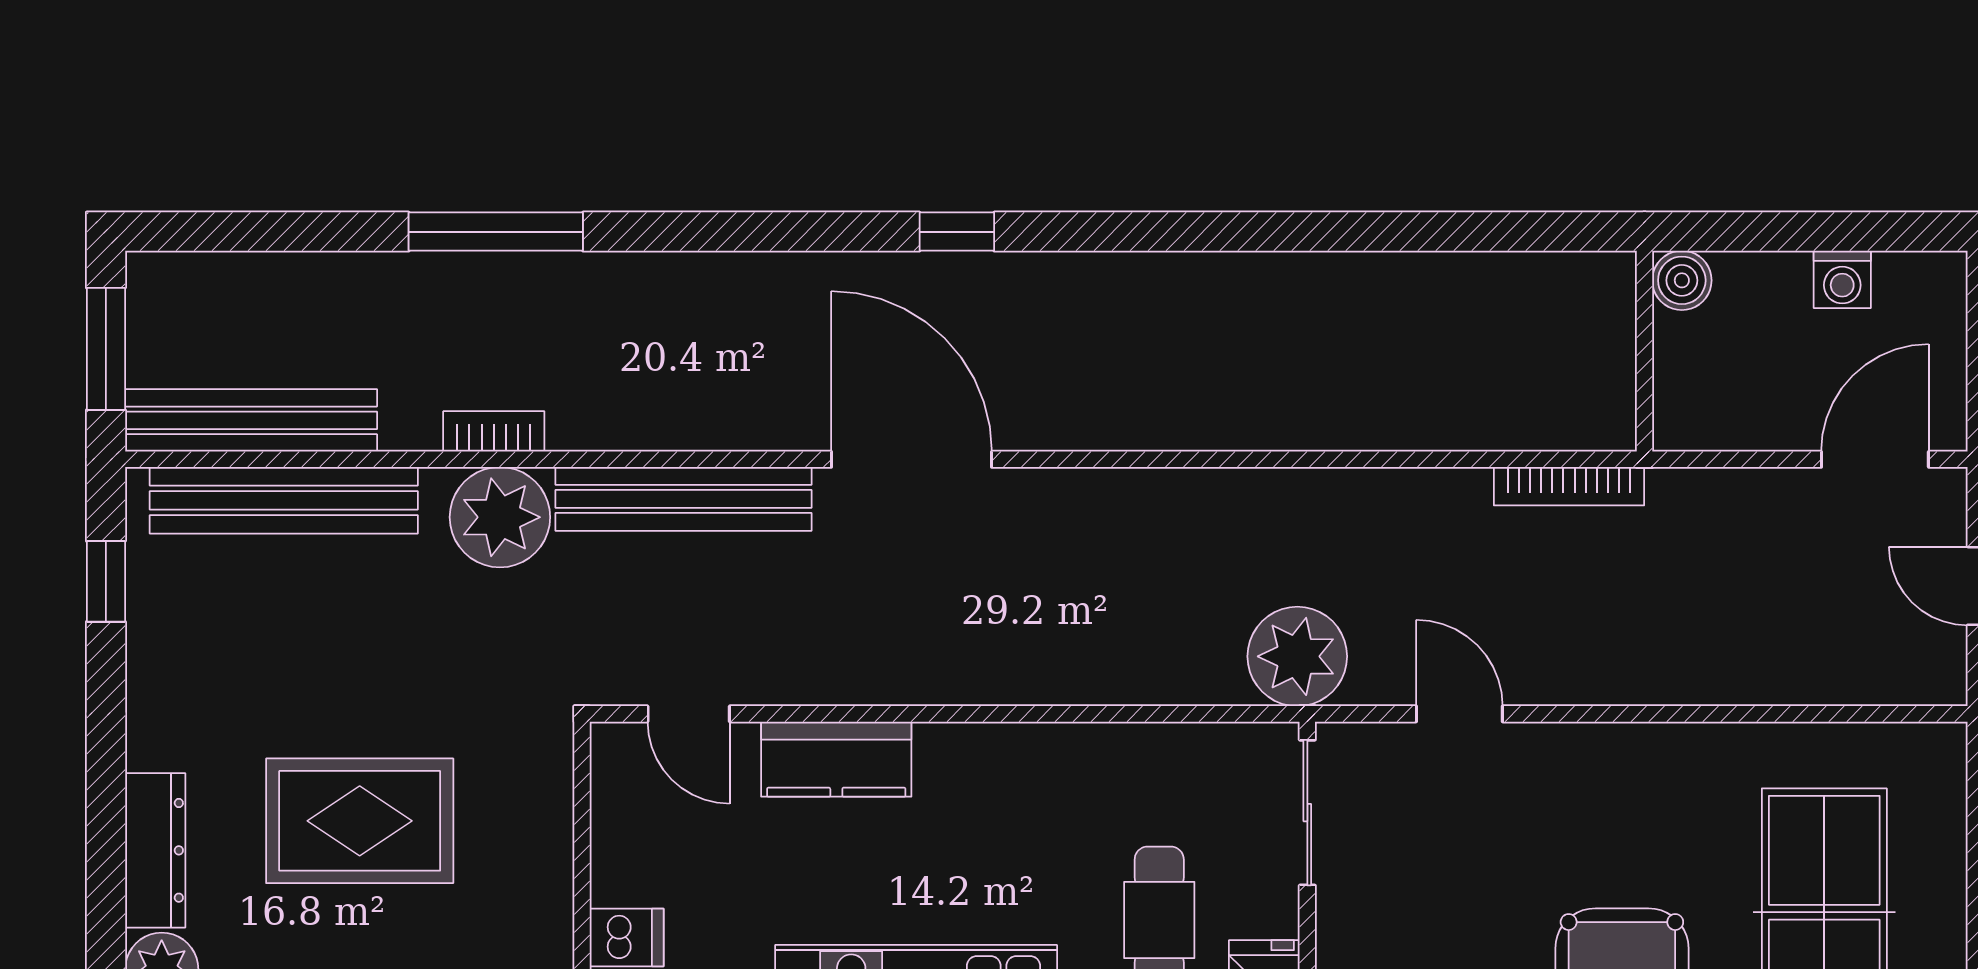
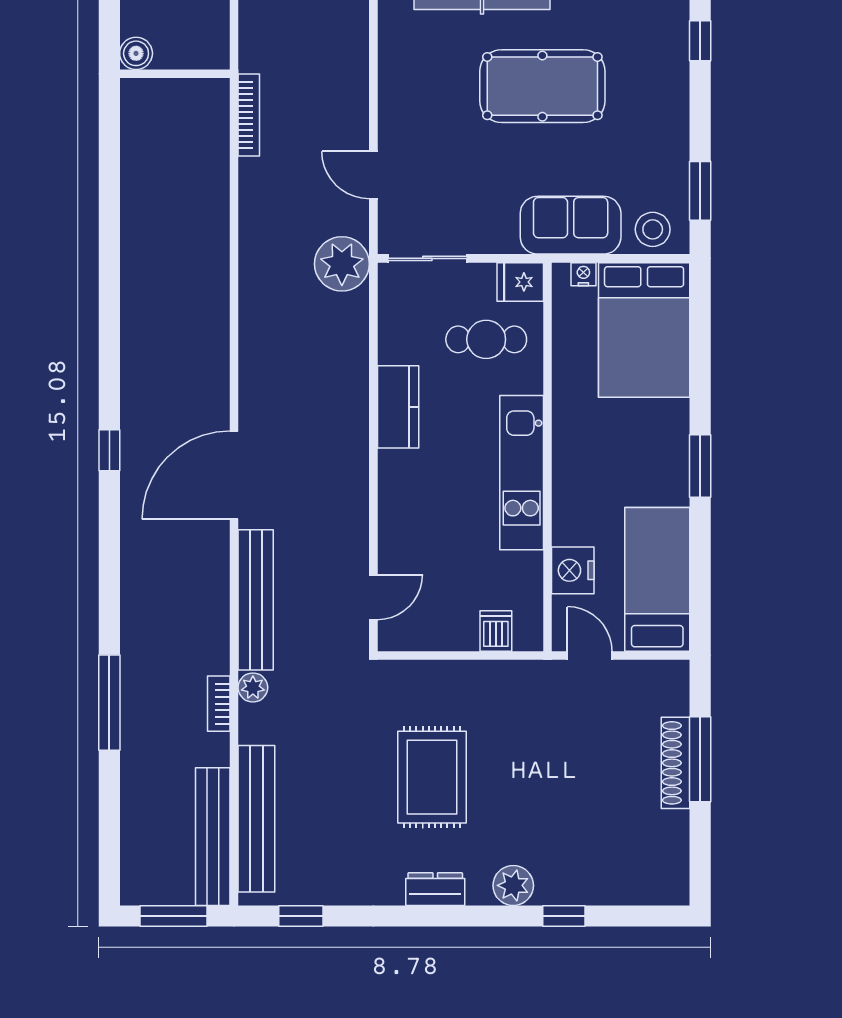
plant: (500, 517) -> (253, 687), width x0.53, depth x0.53
door: (1459, 714) -> (373, 175), hinge flipped
kitchen counter: (836, 759) -> (398, 407), moved
dresser: (155, 850) -> (435, 889), width x0.70

